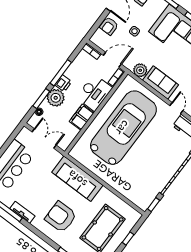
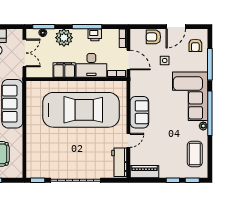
plant: (140, 70) -> (137, 89), removed
printer: (63, 83) -> (95, 35), moved
window: (41, 99) -> (44, 27), moved

